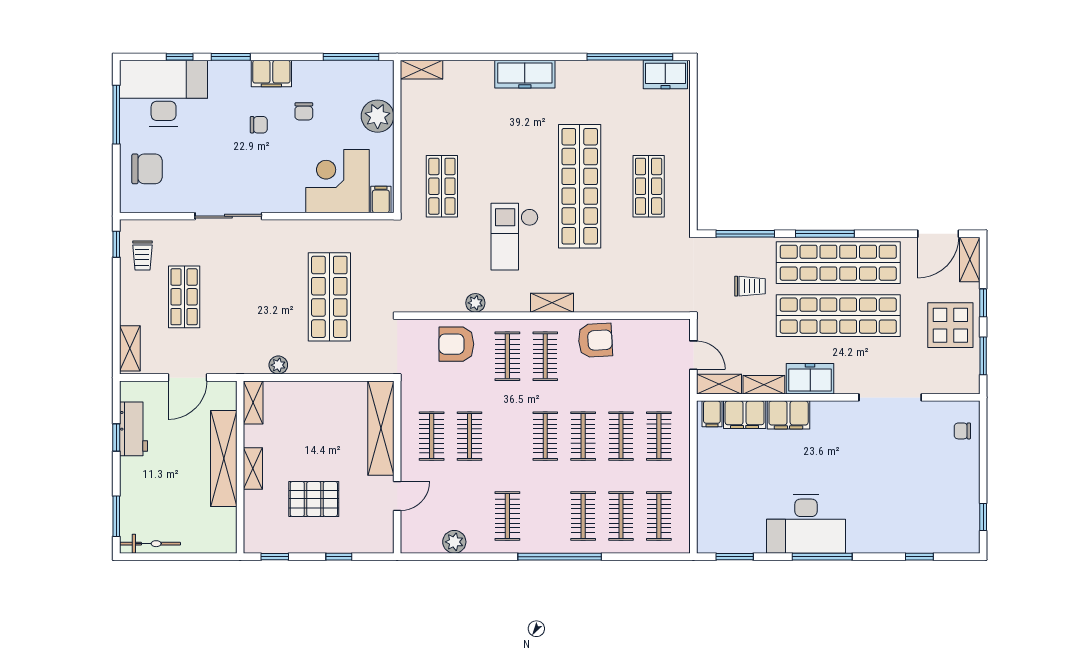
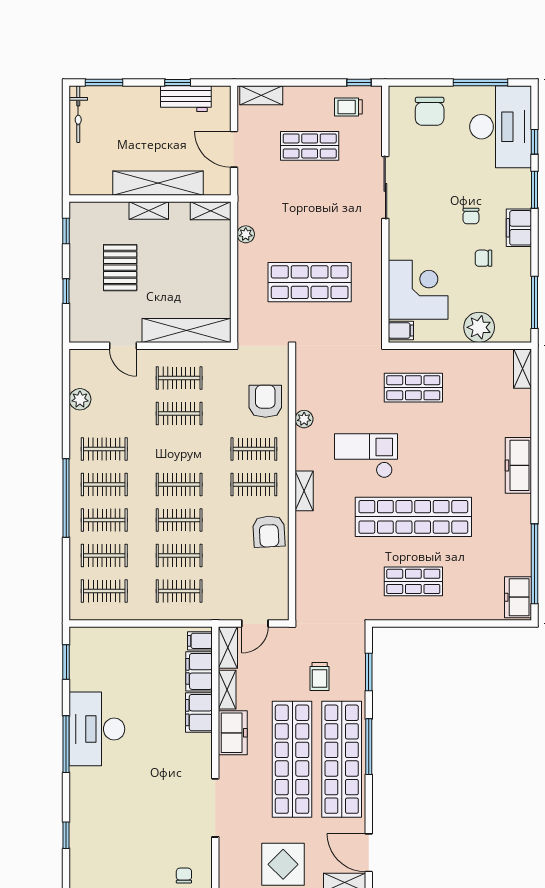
window: (745, 234) -> (369, 672), width x0.69
clothes rail: (545, 516) -> (104, 485), added

